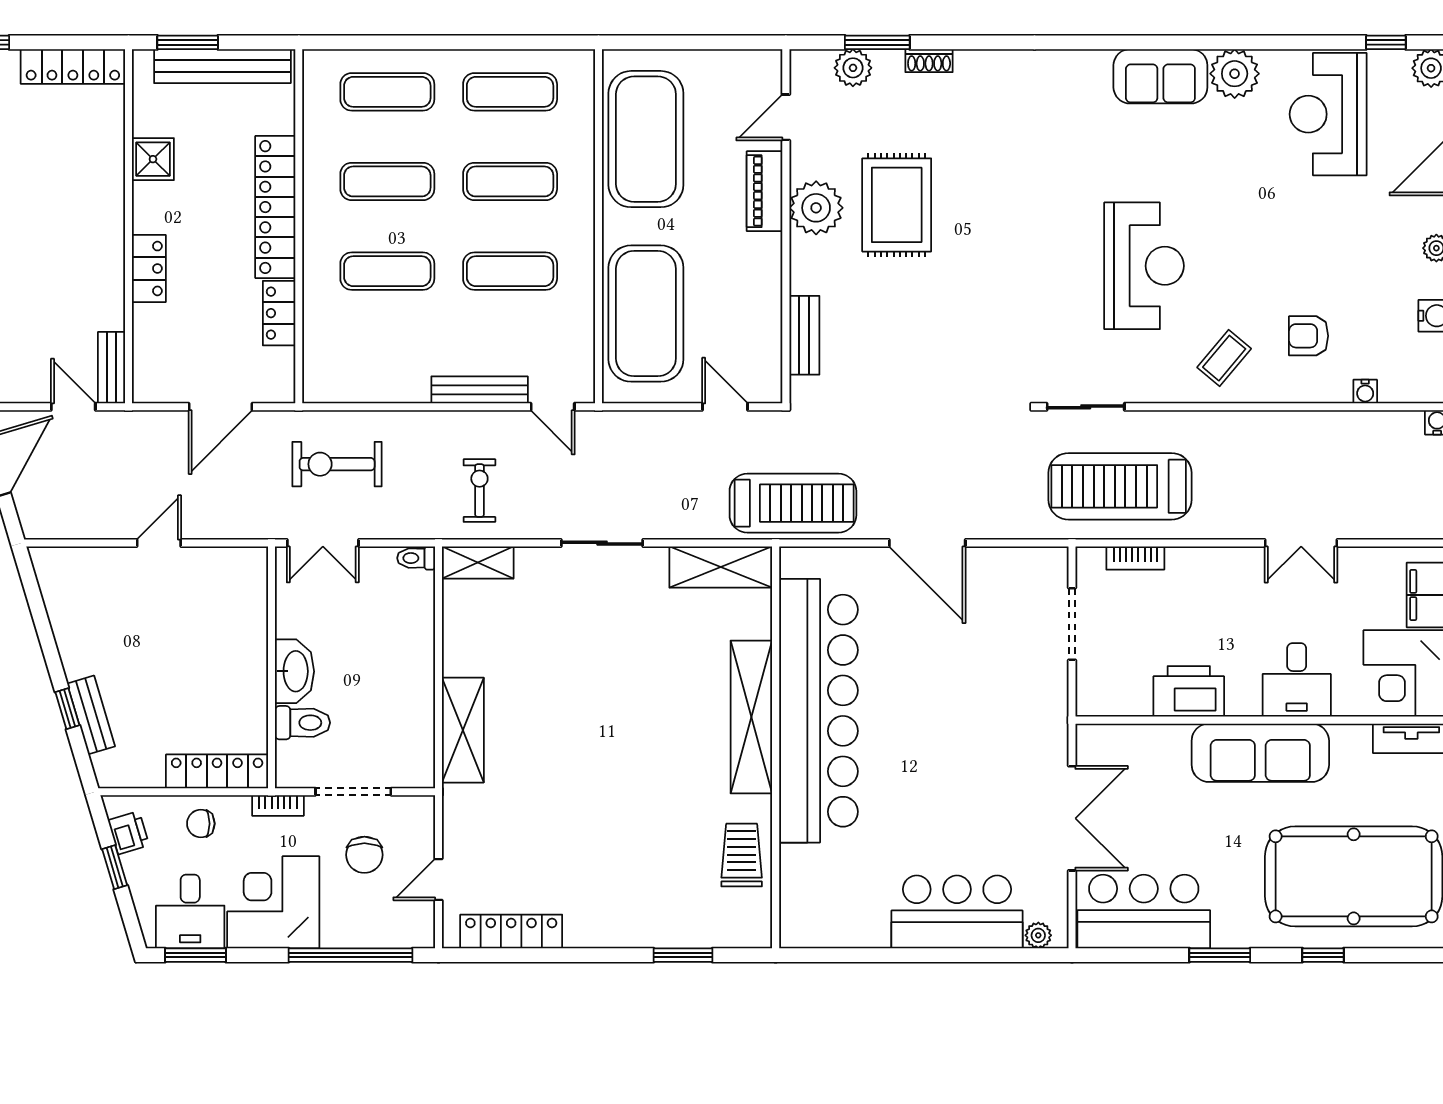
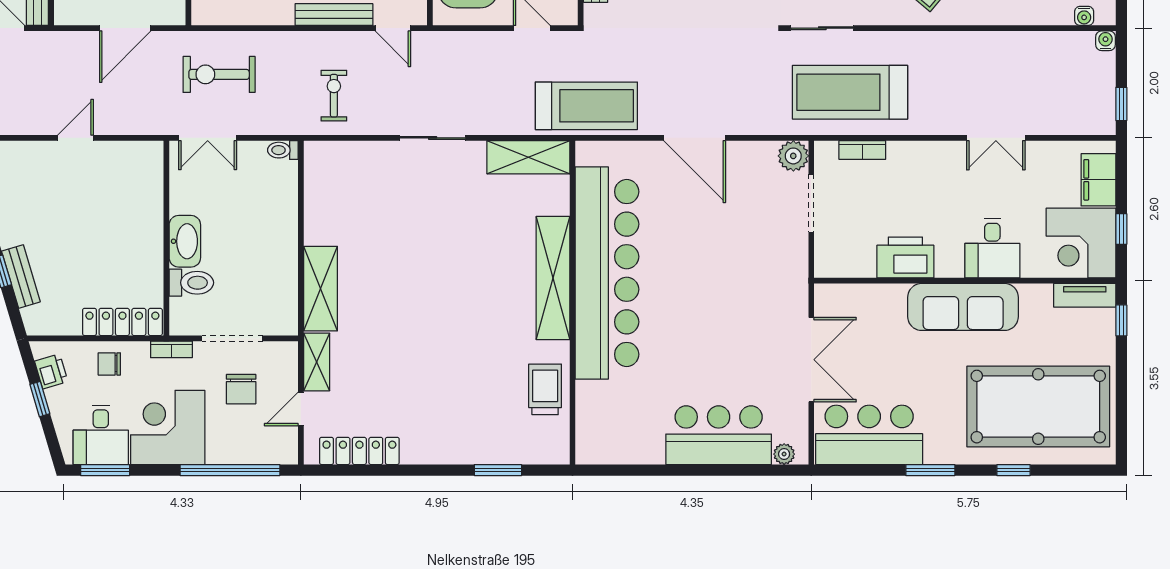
water cooler: (1365, 392) -> (1084, 16), moved
shelving: (478, 563) -> (317, 362), moved, turned 90
plant: (1050, 565) -> (793, 156), added

